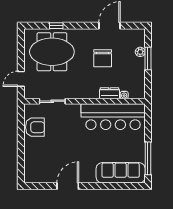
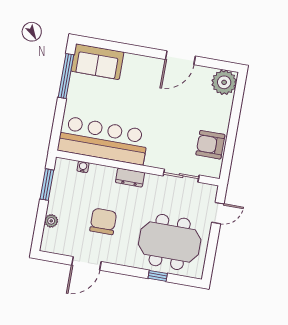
window: (148, 59) -> (47, 185), moved
dresser: (109, 93) -> (130, 178), moved
sofa: (121, 173) -> (97, 62), width x0.73
plant: (33, 174) -> (224, 82), added

